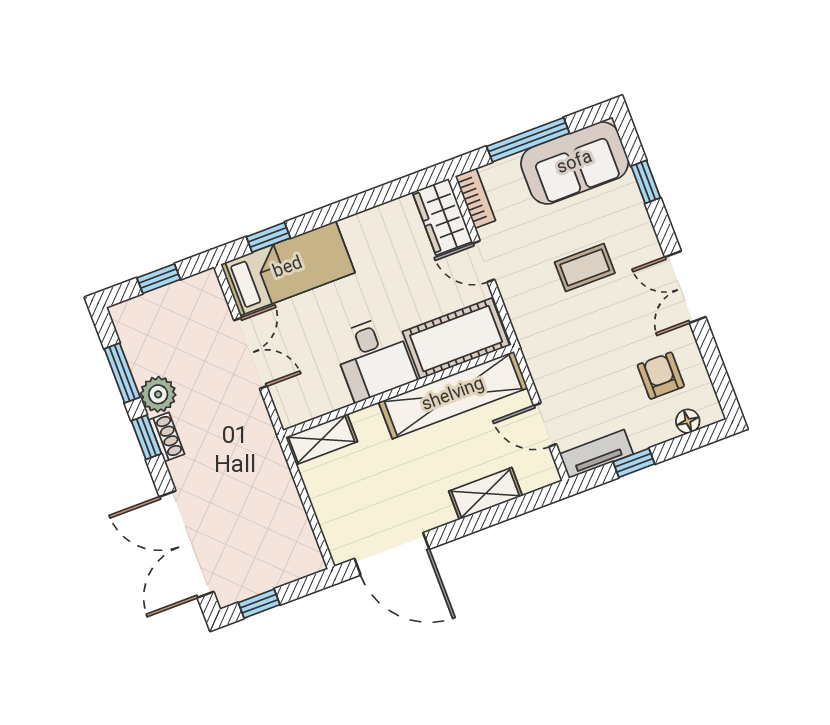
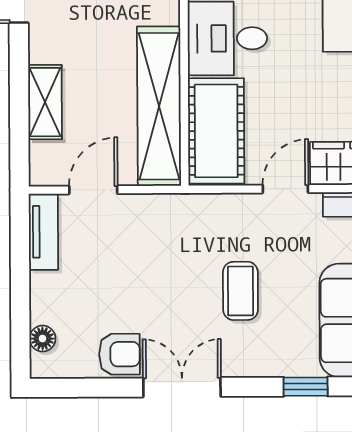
armchair: (661, 376) -> (119, 354), moved
window: (634, 463) -> (20, 267), removed

